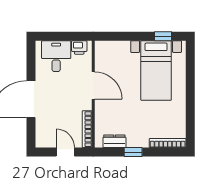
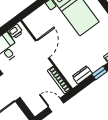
door: (93, 85) -> (42, 49), hinge flipped

